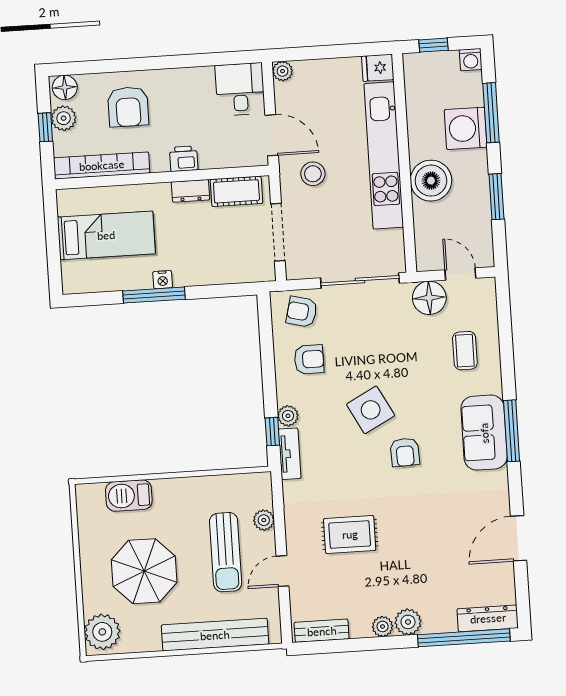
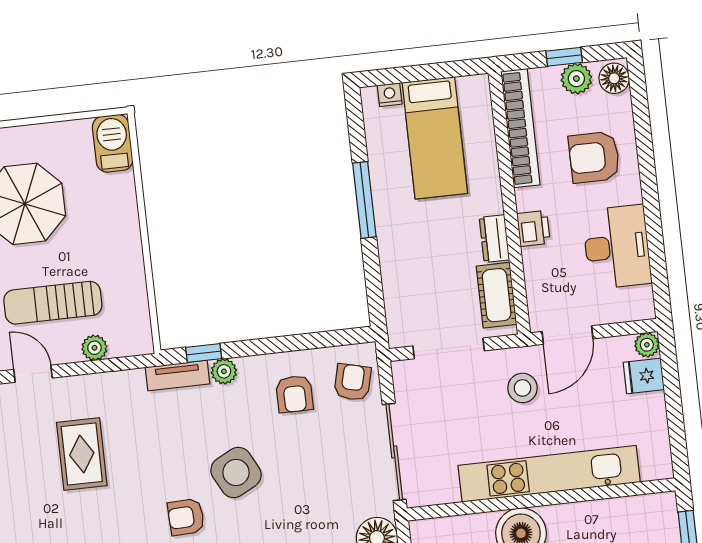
fridge: (378, 68) -> (644, 376), moved, turned -90
desk: (240, 89) -> (617, 247), moved, width x1.37
nightstand: (163, 280) -> (390, 95), moved, turned 90
barbecue: (129, 496) -> (113, 143), moved

